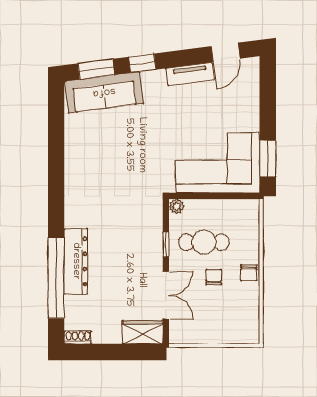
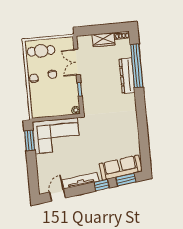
tv unit: (190, 74) -> (80, 181), width x1.41
cafe table: (204, 242) -> (41, 51), moved
wardrobe: (143, 332) -> (103, 40), moved

